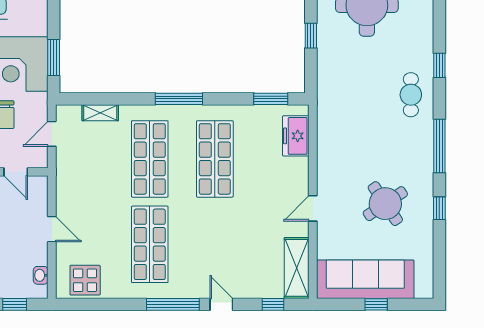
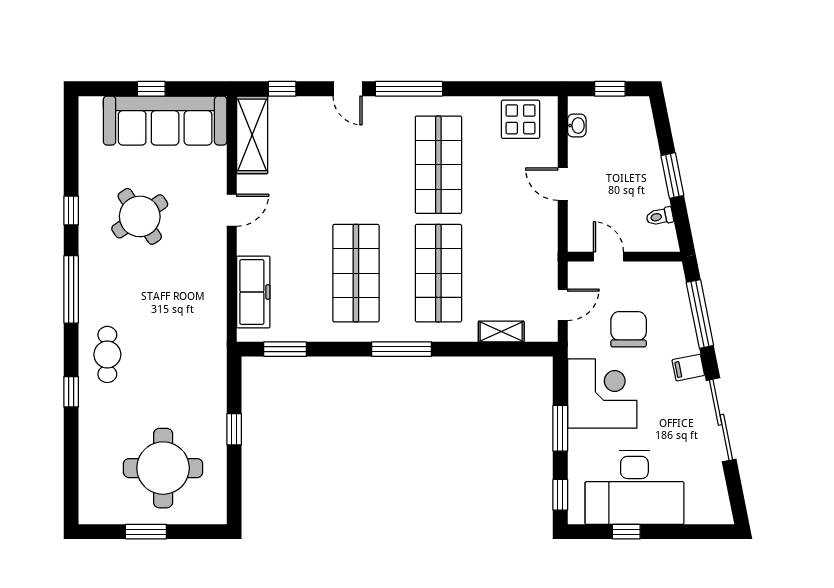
window: (54, 57) -> (560, 428), moved
freezer: (296, 136) -> (253, 292), width x1.40

